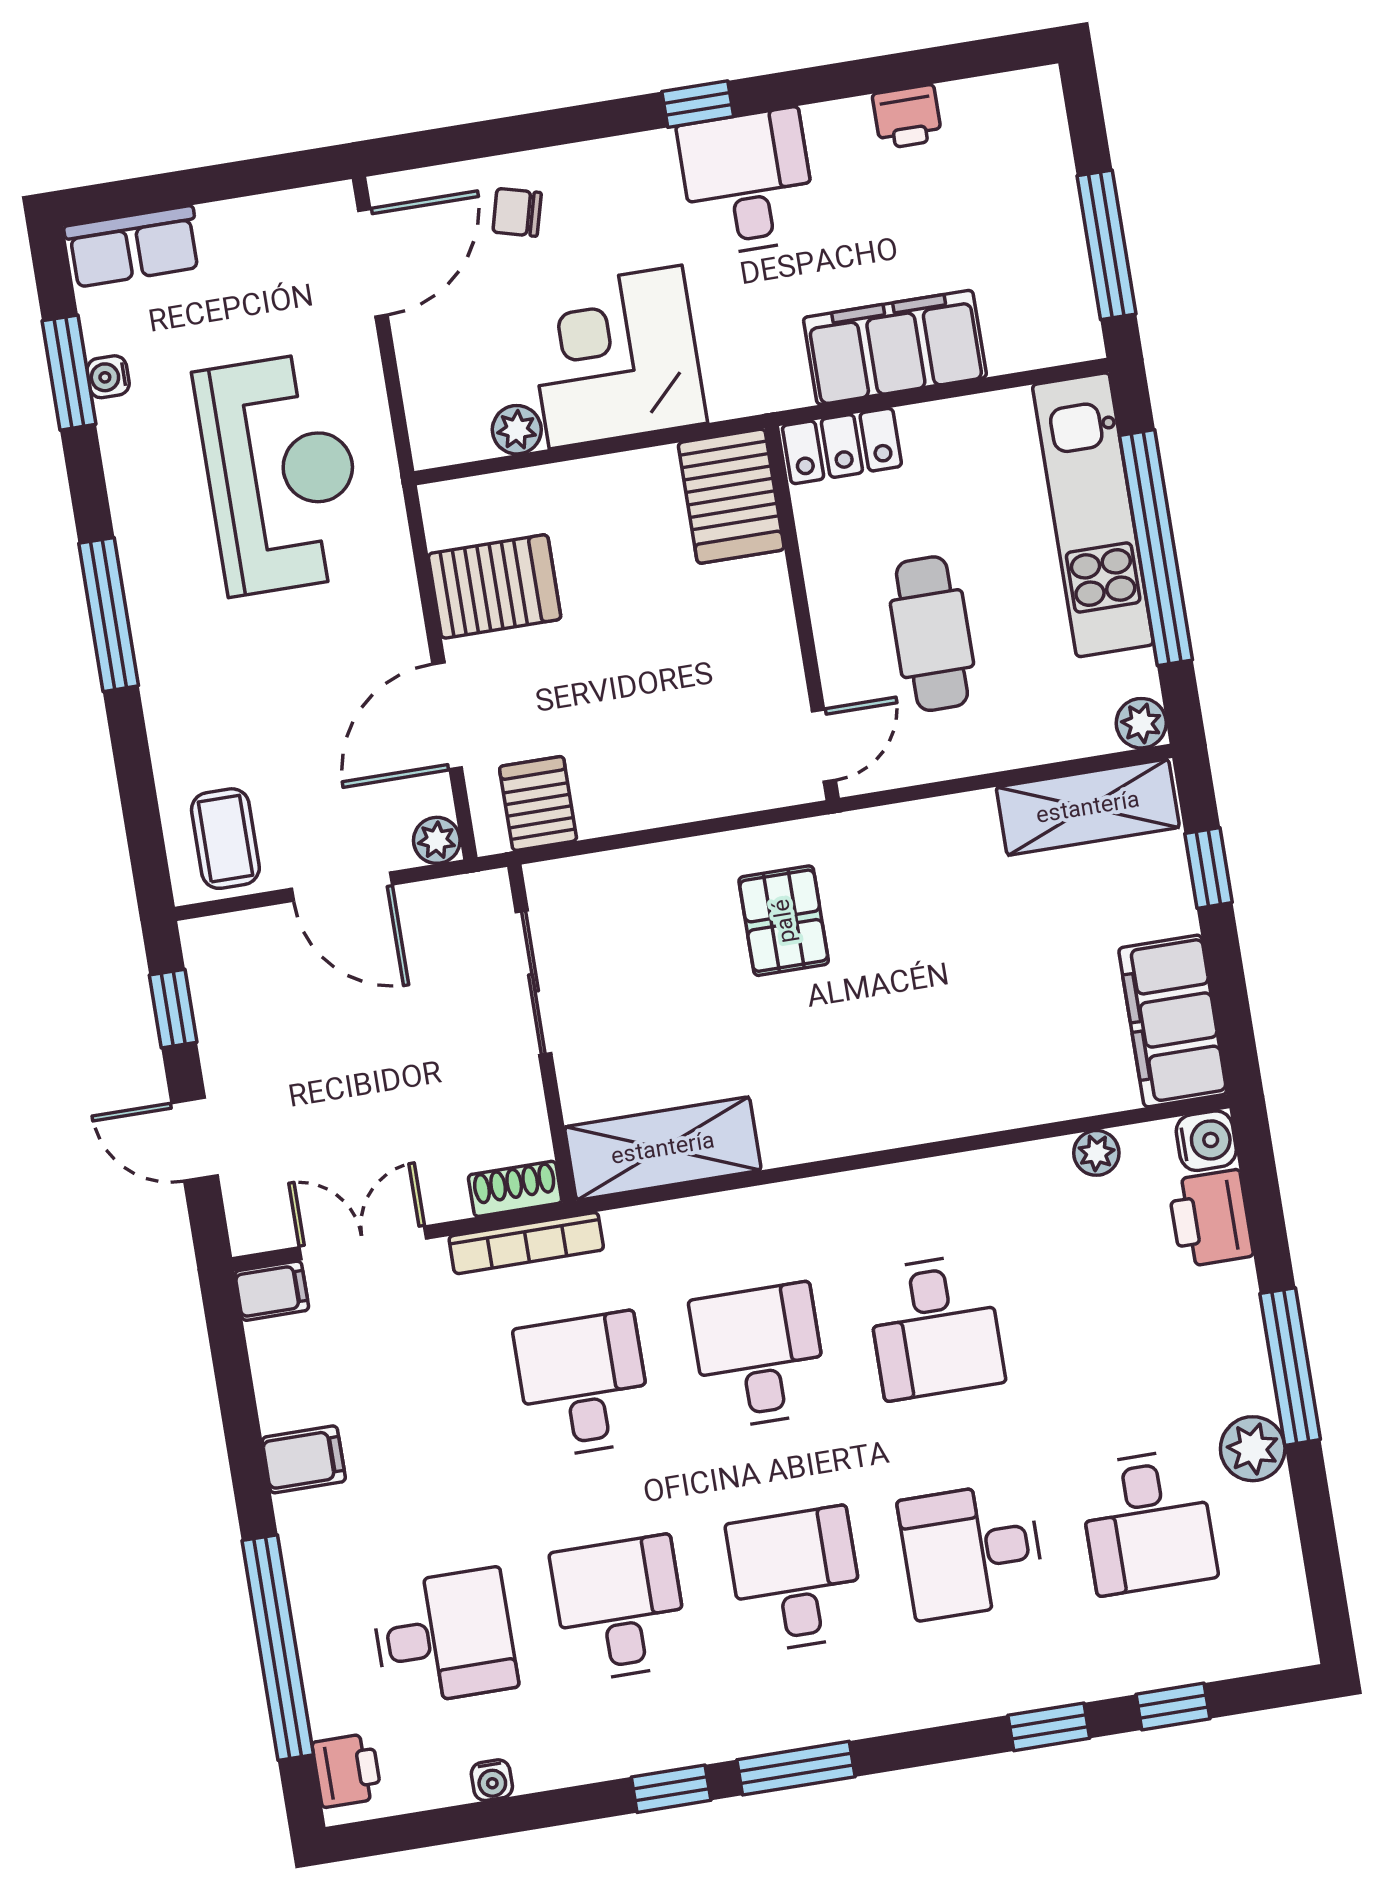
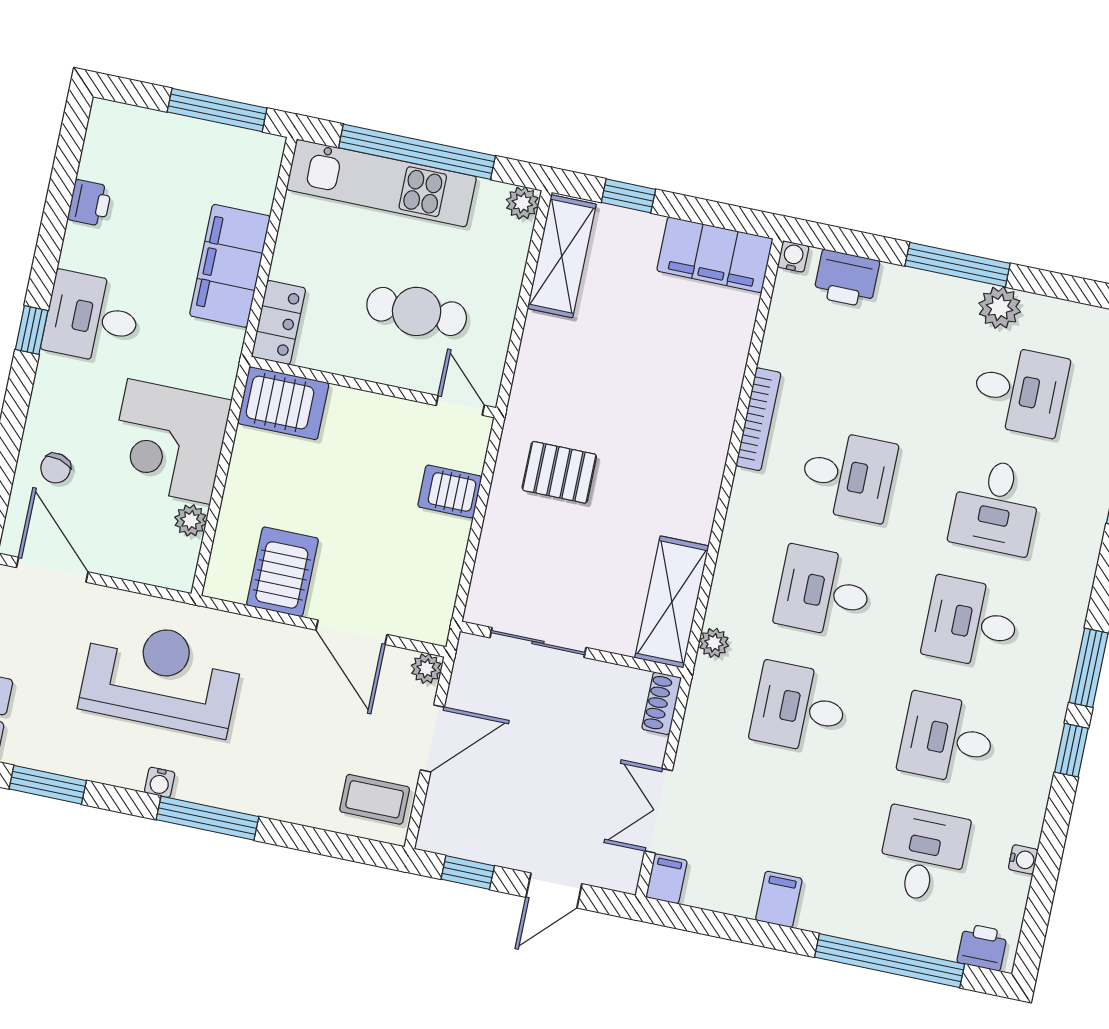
water cooler: (108, 377) -> (160, 782), moved
server rack: (538, 804) -> (450, 491), moved
water cooler: (1206, 1141) -> (793, 256), width x0.72, depth x0.72
plant: (1096, 1153) -> (714, 643), moved
bookcase: (526, 1243) -> (758, 419), moved

